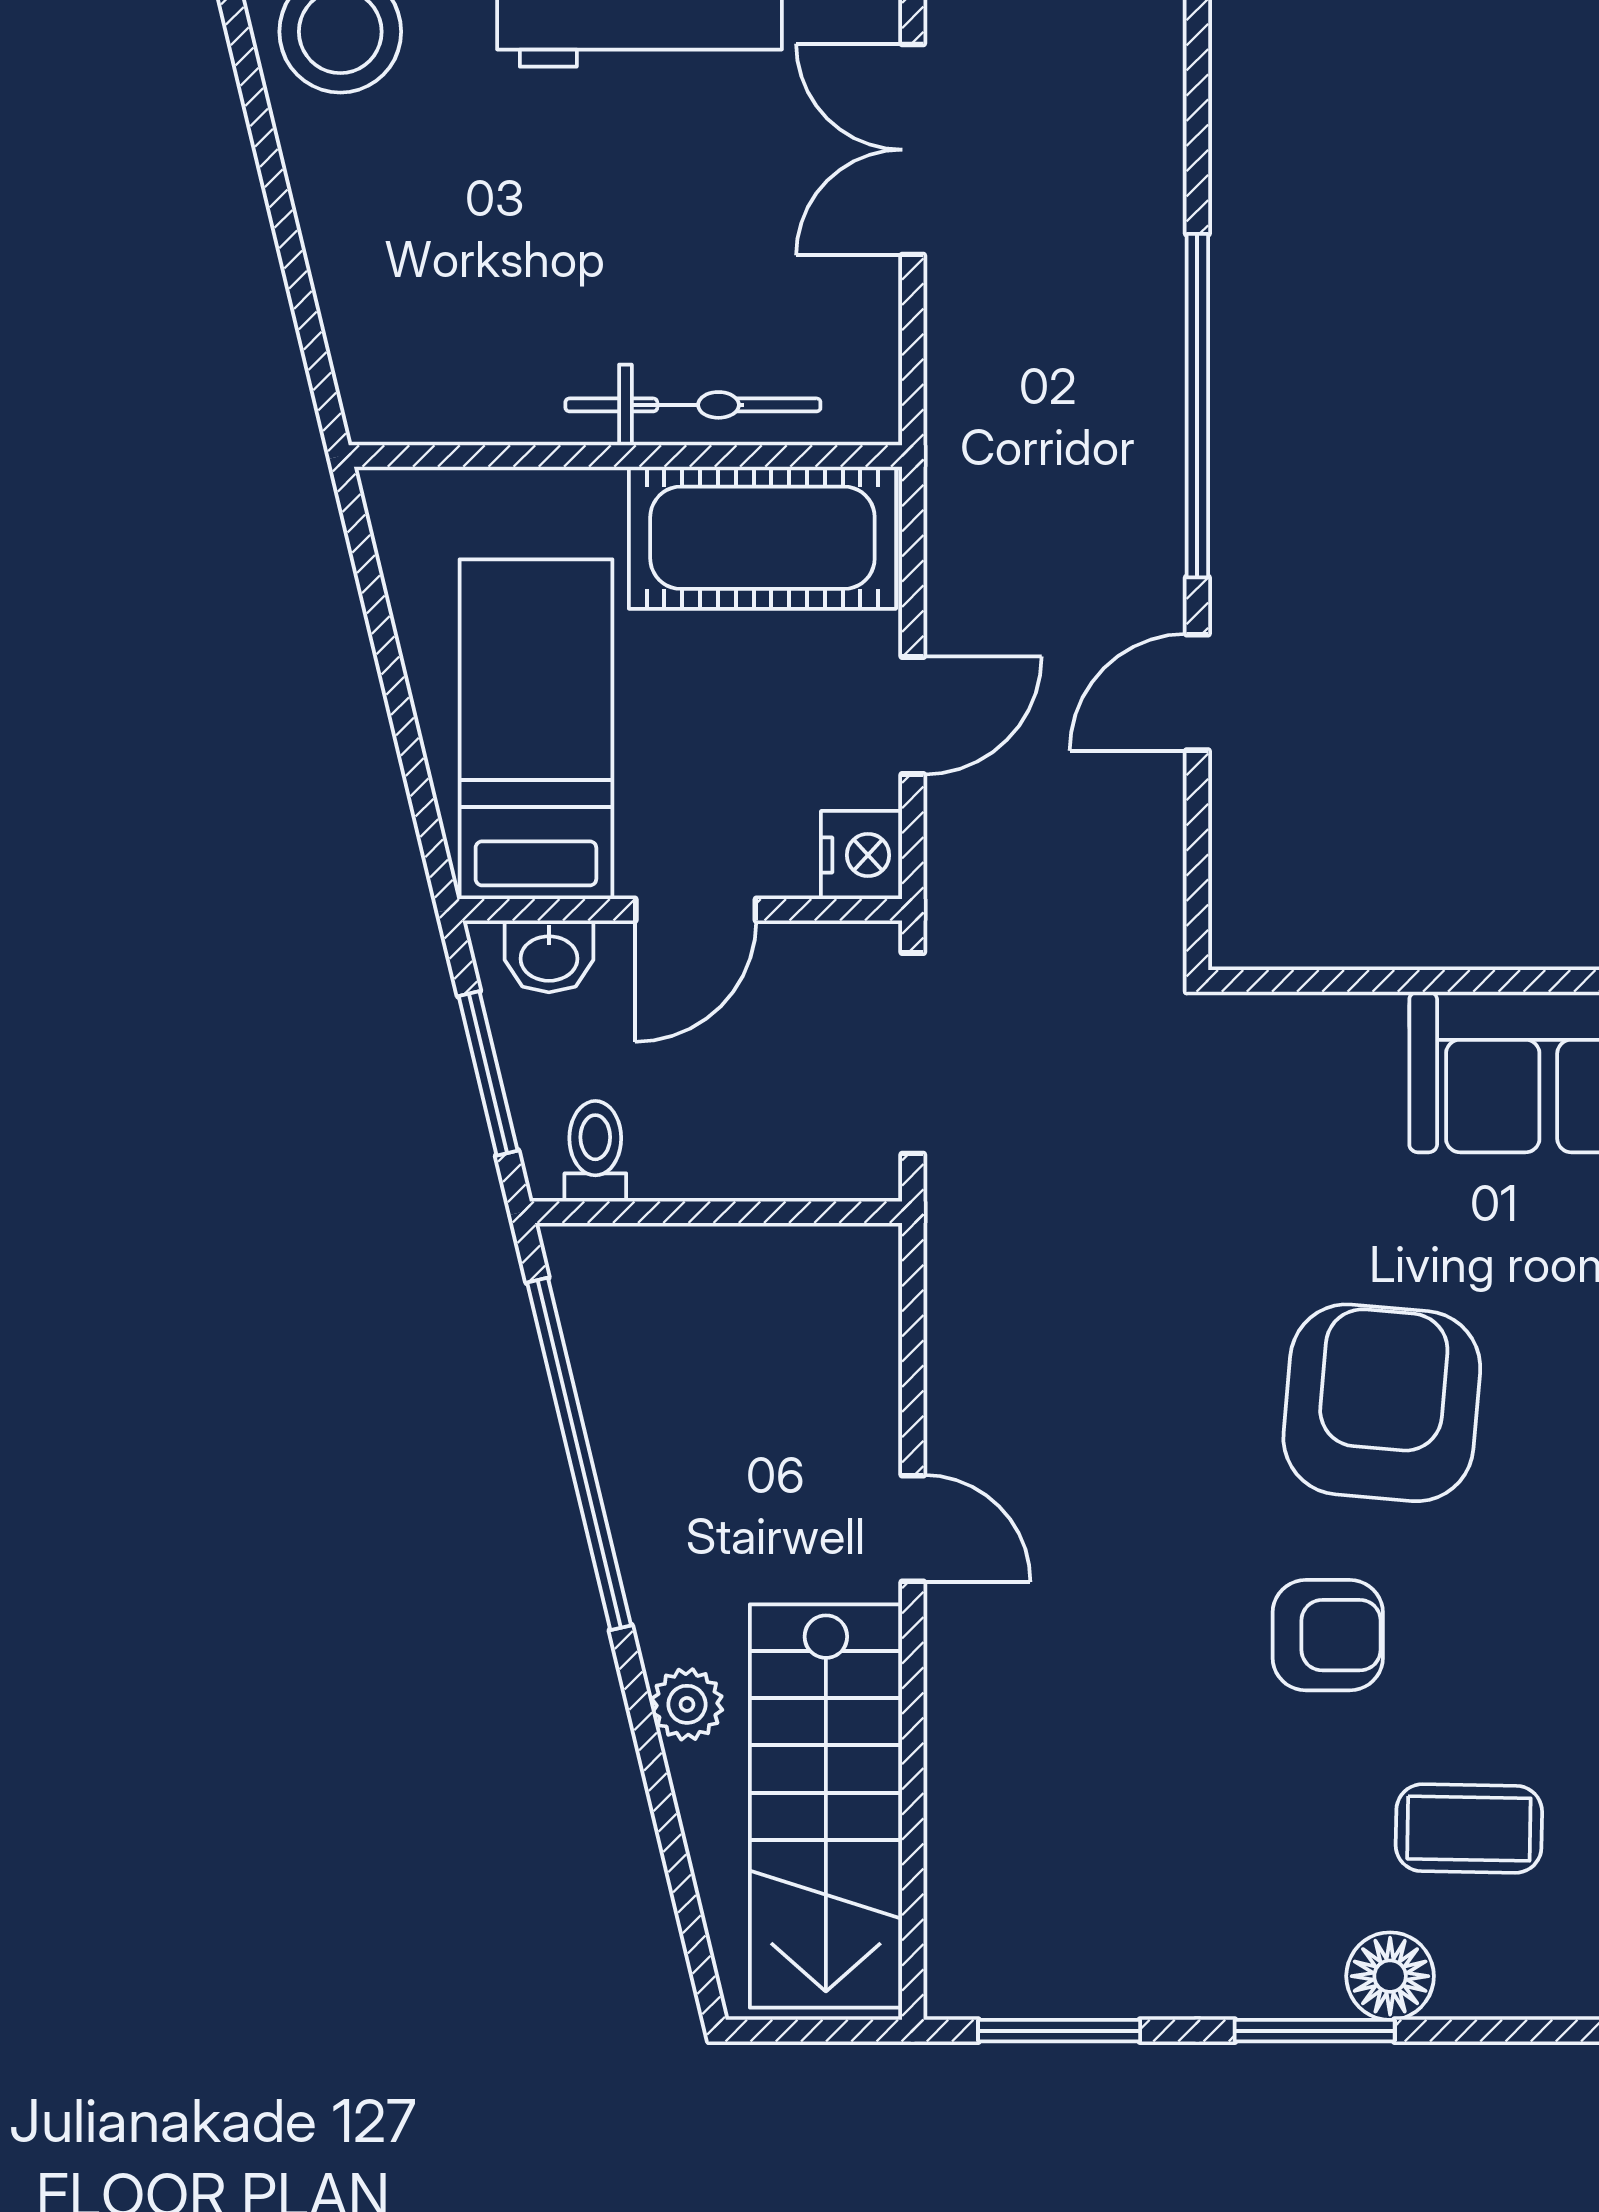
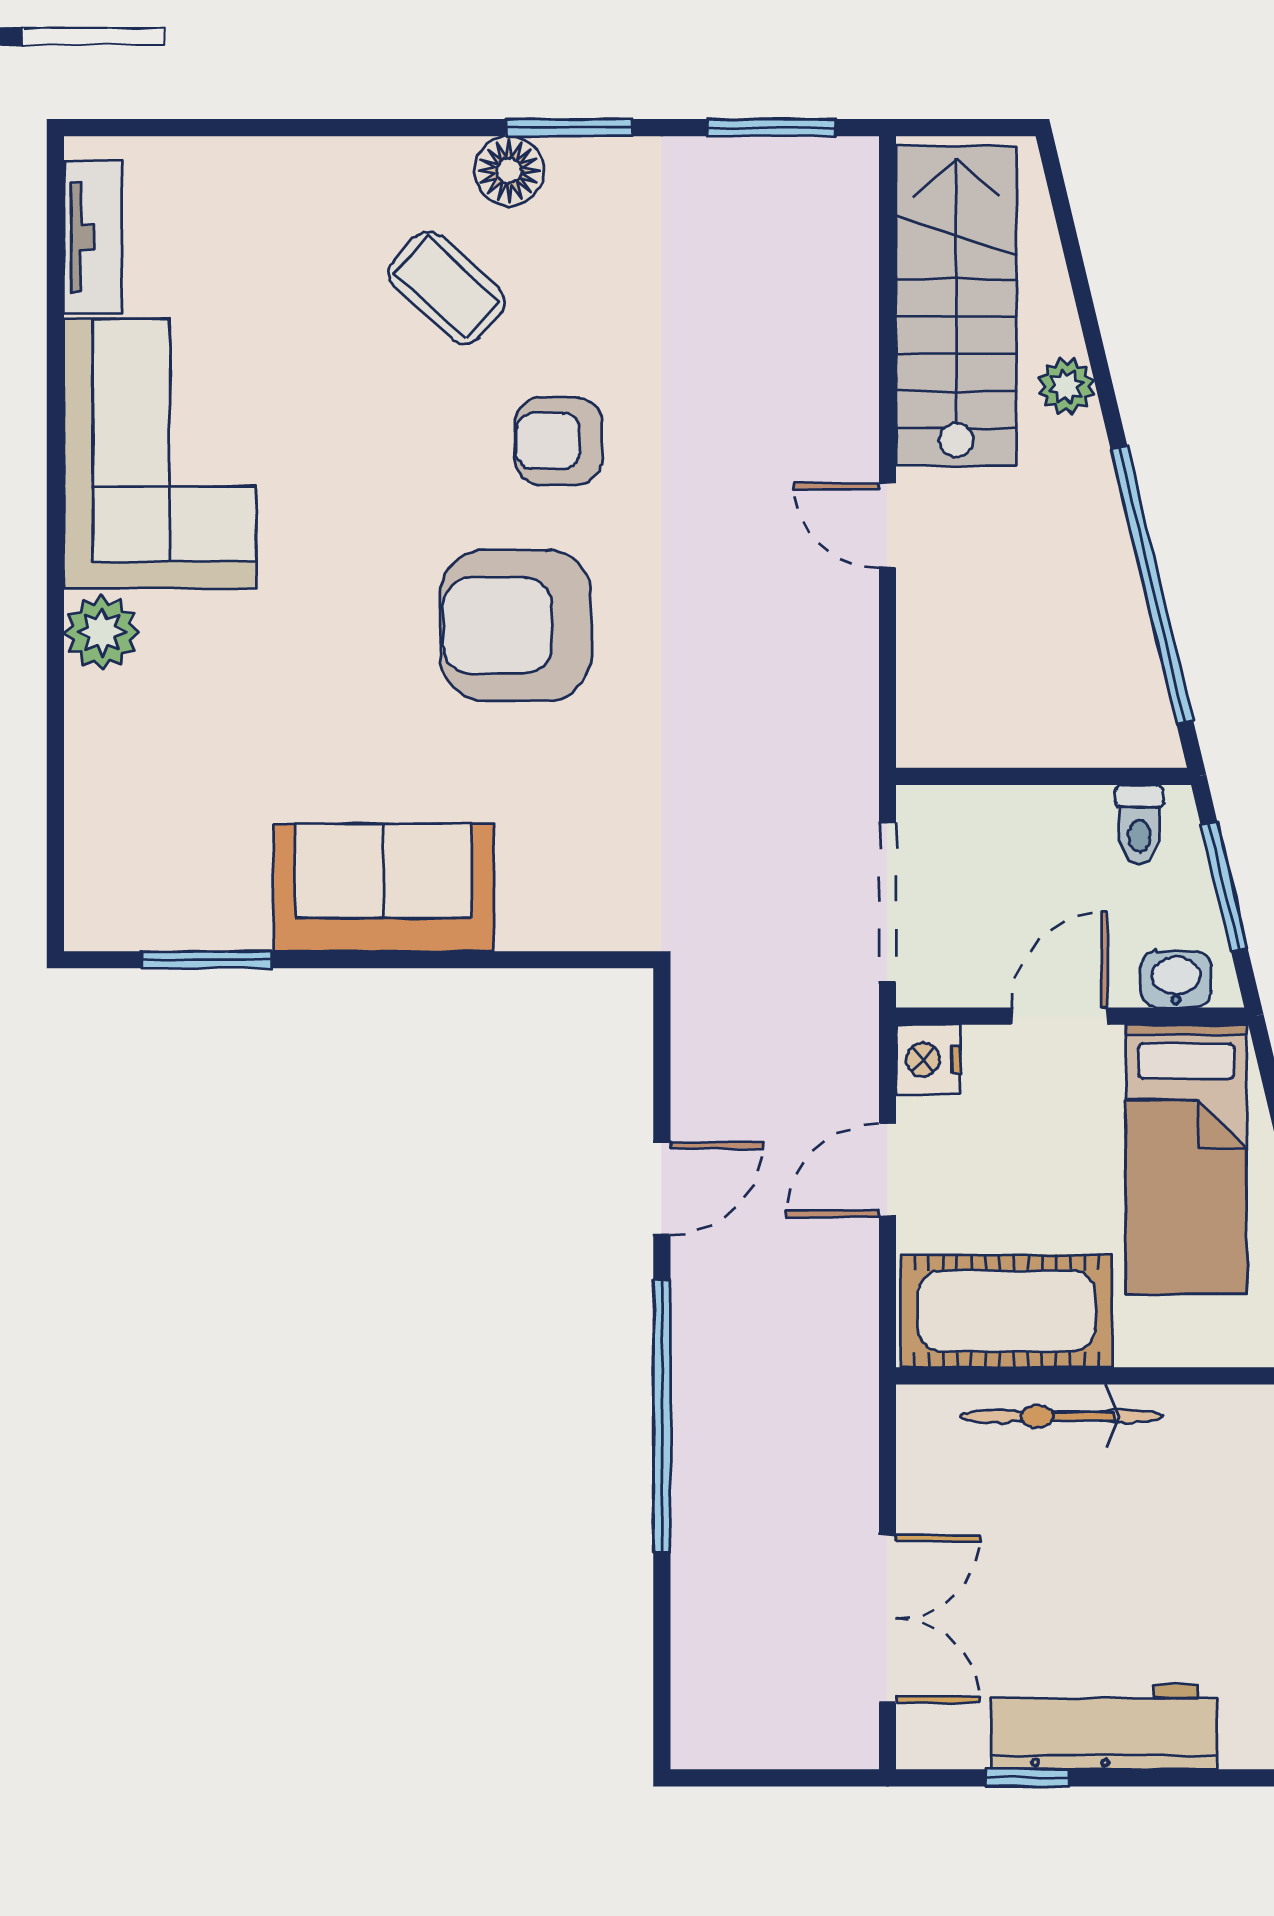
armchair: (1382, 1403) -> (516, 625), turned 85
coffee table: (1469, 1829) -> (447, 288), turned 41

